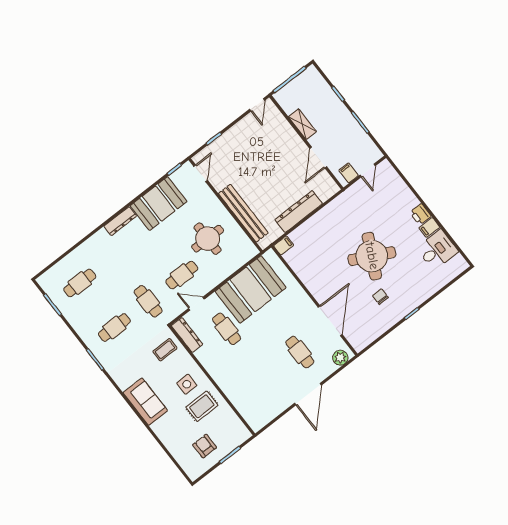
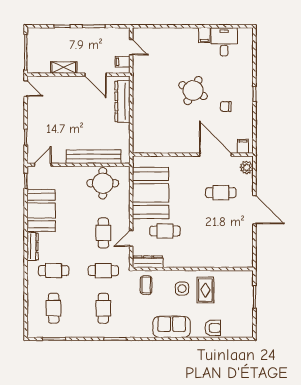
door: (201, 173) -> (43, 165), hinge flipped
dresser: (299, 212) -> (122, 101), moved
printer: (420, 214) -> (190, 34), removed
round table: (208, 239) -> (103, 183), moved
filing cabinet: (284, 245) -> (243, 146), moved
round table: (372, 256) -> (193, 91), width x0.73, depth x0.73
cafe table: (113, 257) -> (54, 271), added
armchair: (205, 446) -> (213, 328), moved, turned 180

